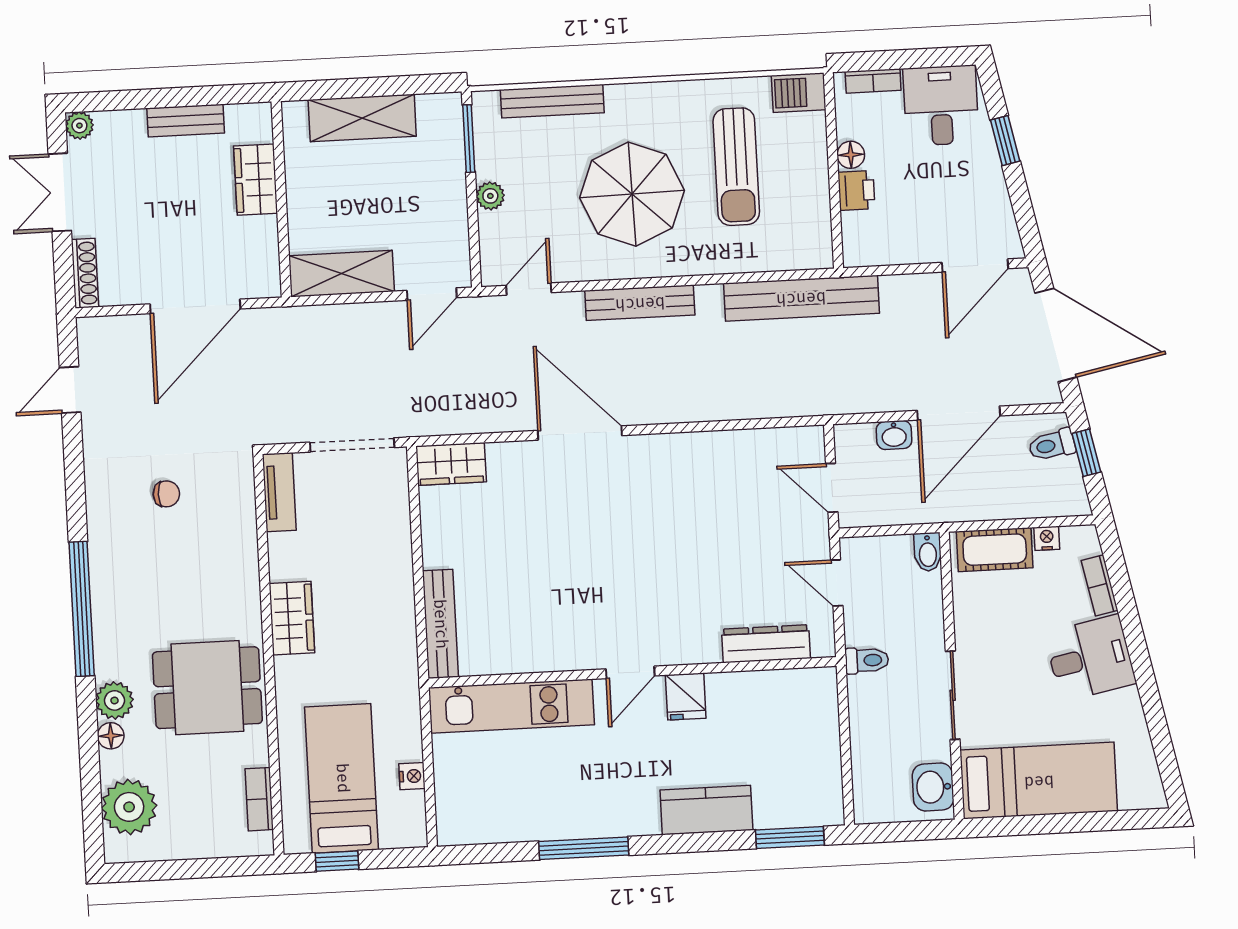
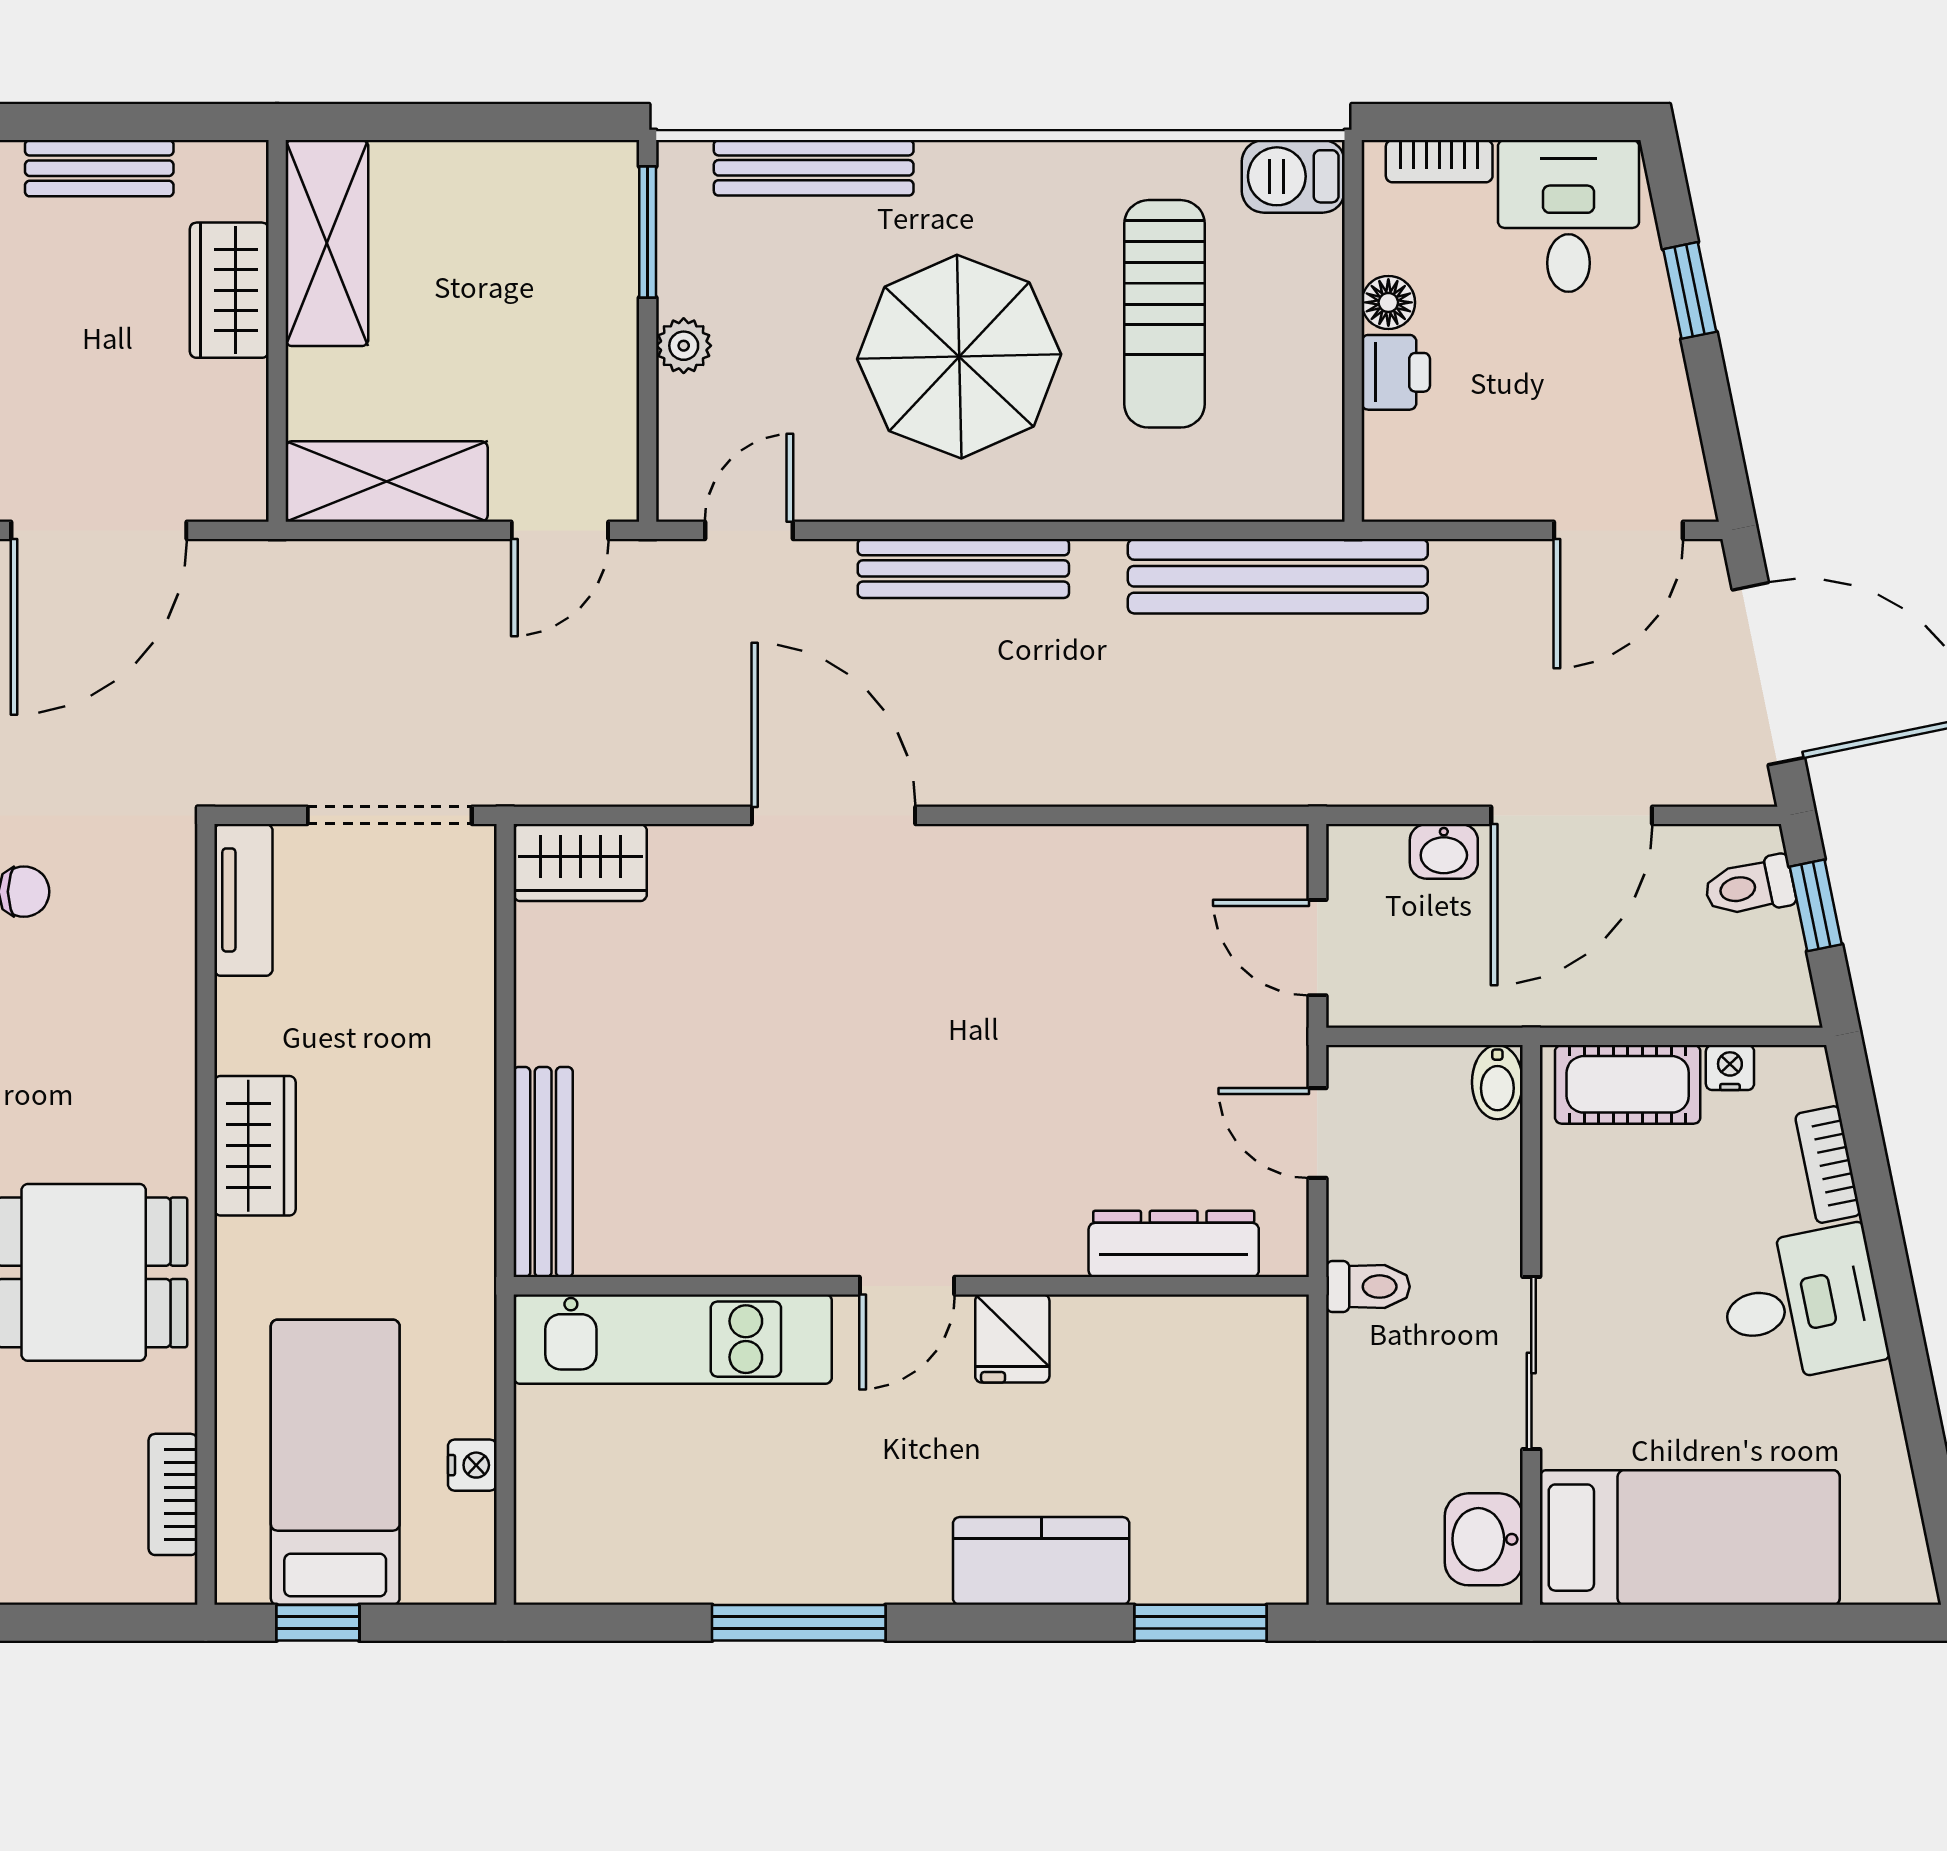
shelving: (362, 118) -> (327, 243), moved, turned 90

